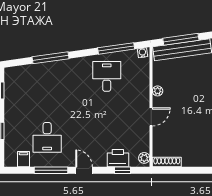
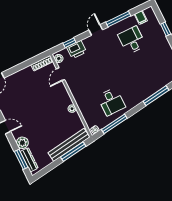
door: (151, 117) -> (61, 74), moved
door: (84, 170) -> (96, 30), swing flipped

